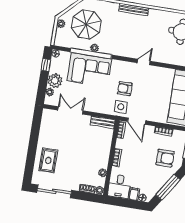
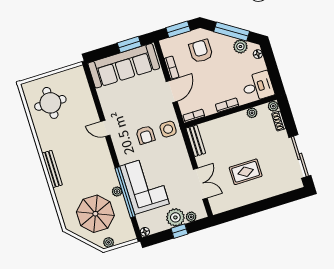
window: (46, 65) -> (179, 231), moved
double door: (70, 110) -> (200, 184), swing flipped
door: (137, 121) -> (172, 91), moved
rug: (48, 160) -> (246, 172), moved
plant: (154, 188) -> (240, 46), added
filing cabinet: (134, 194) -> (258, 66), removed

